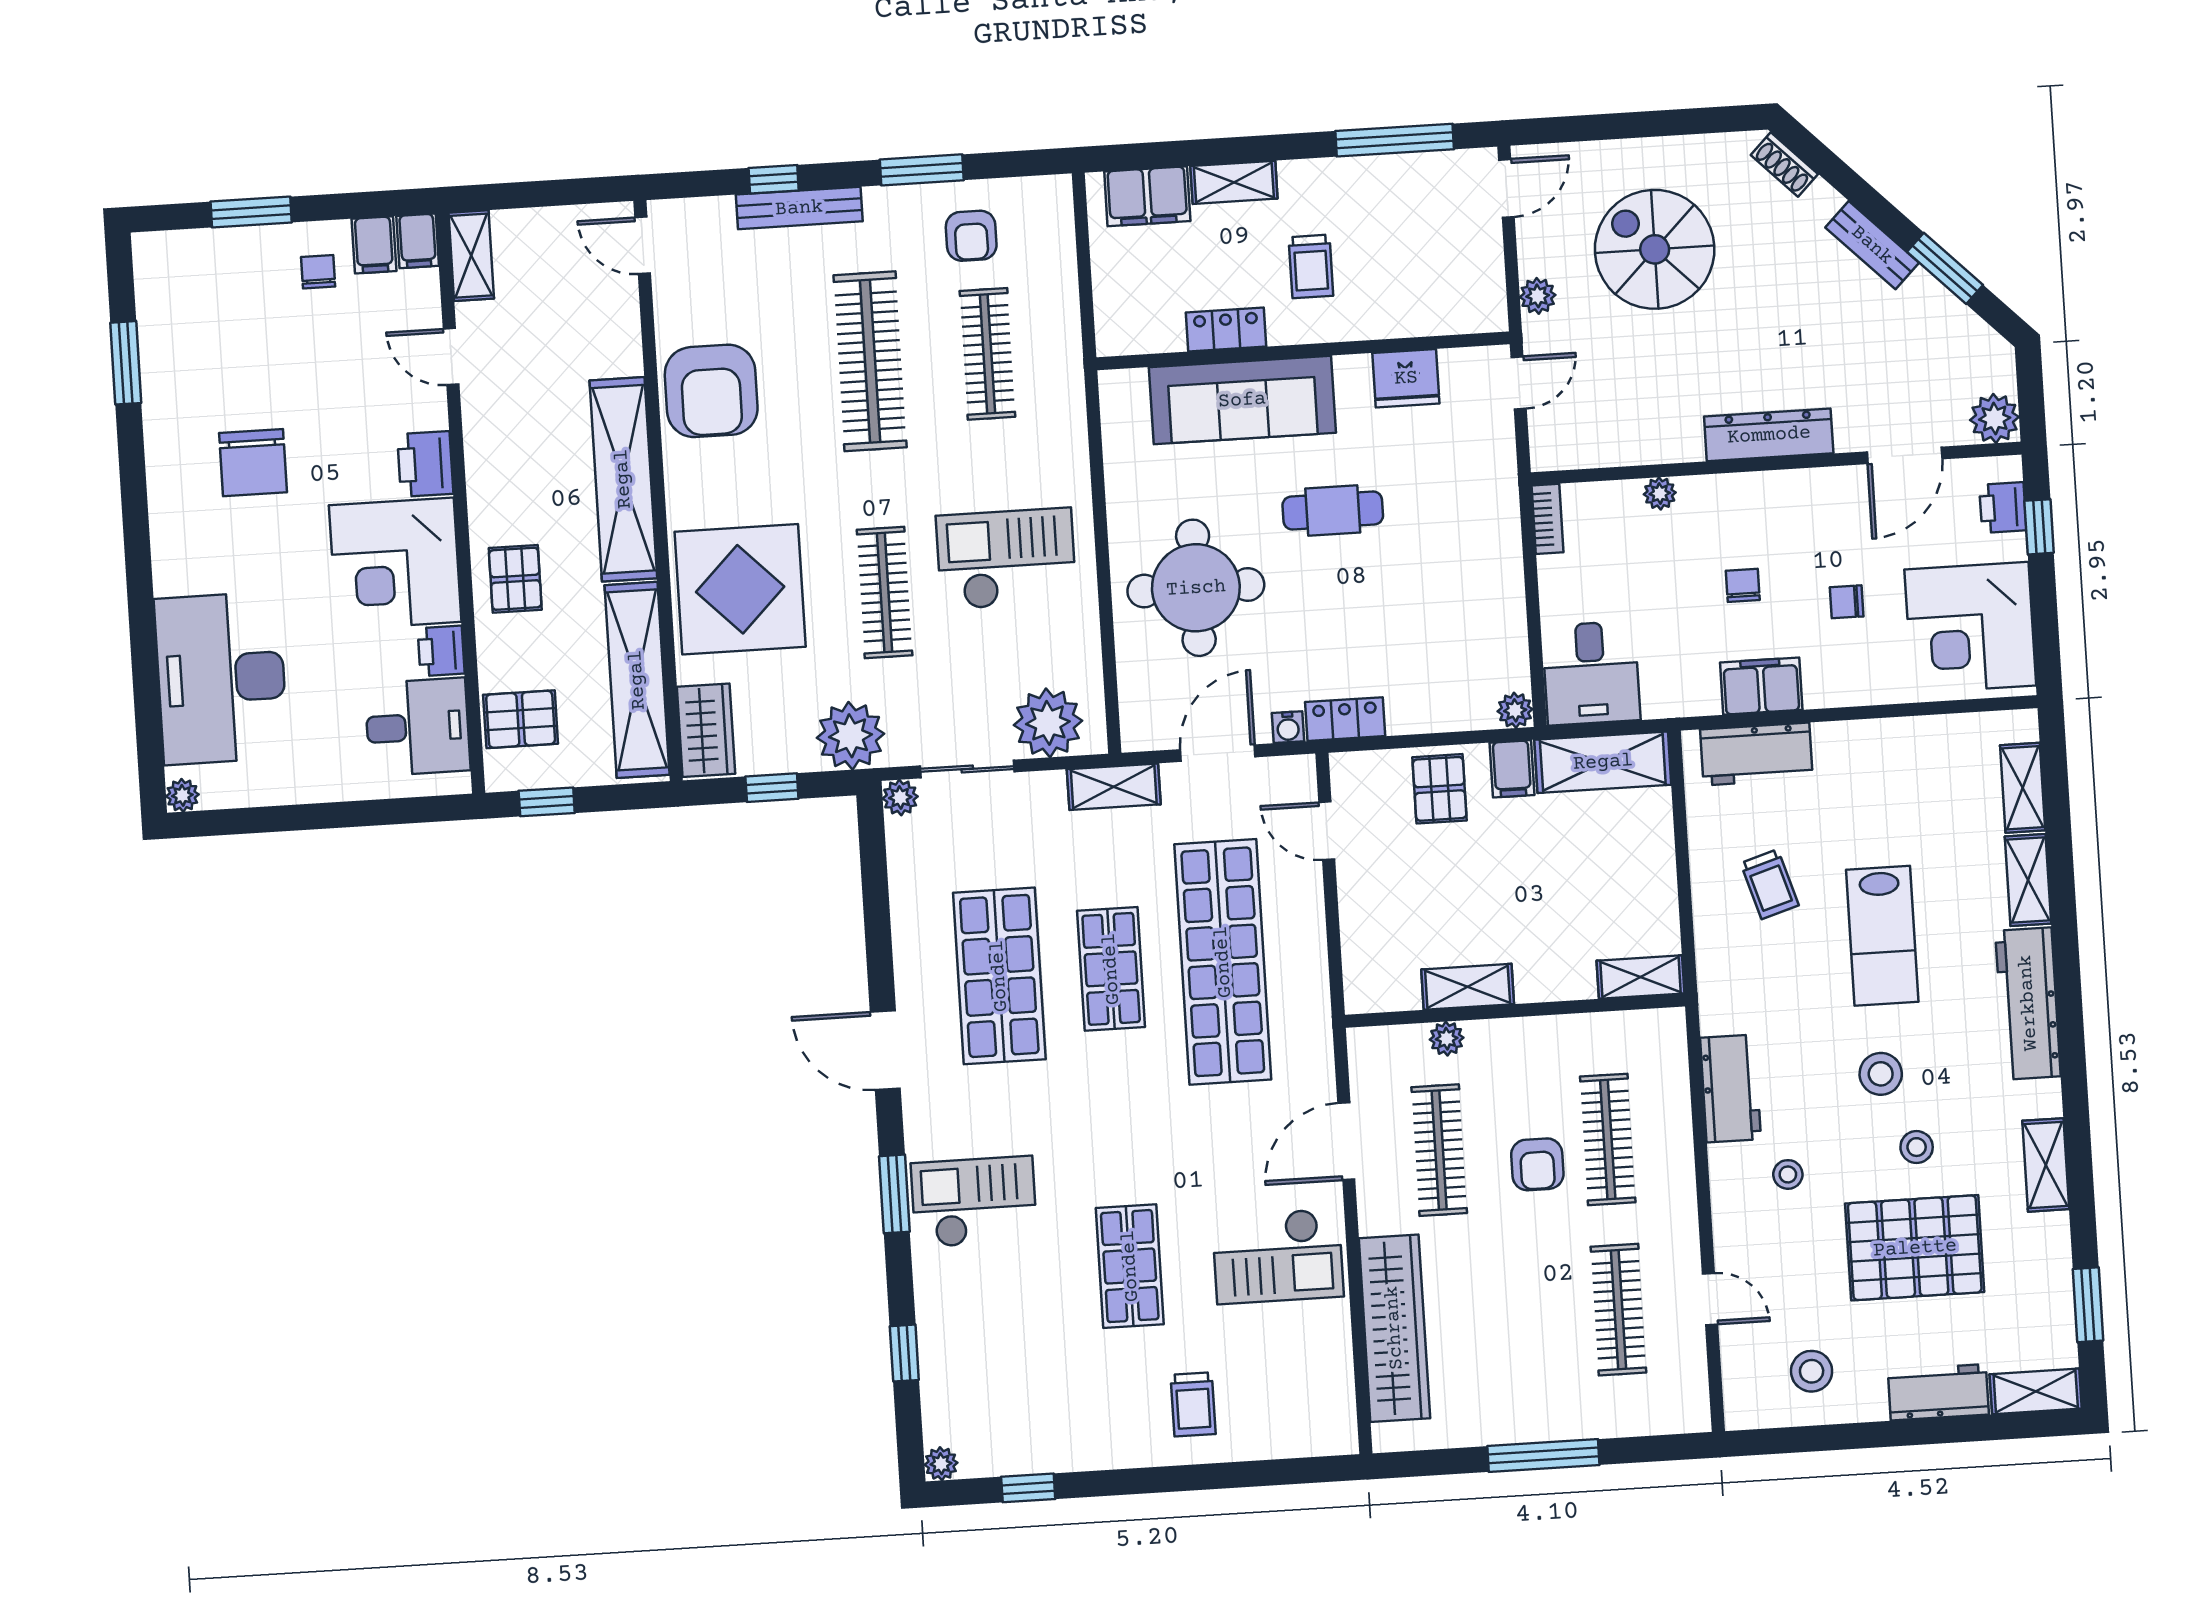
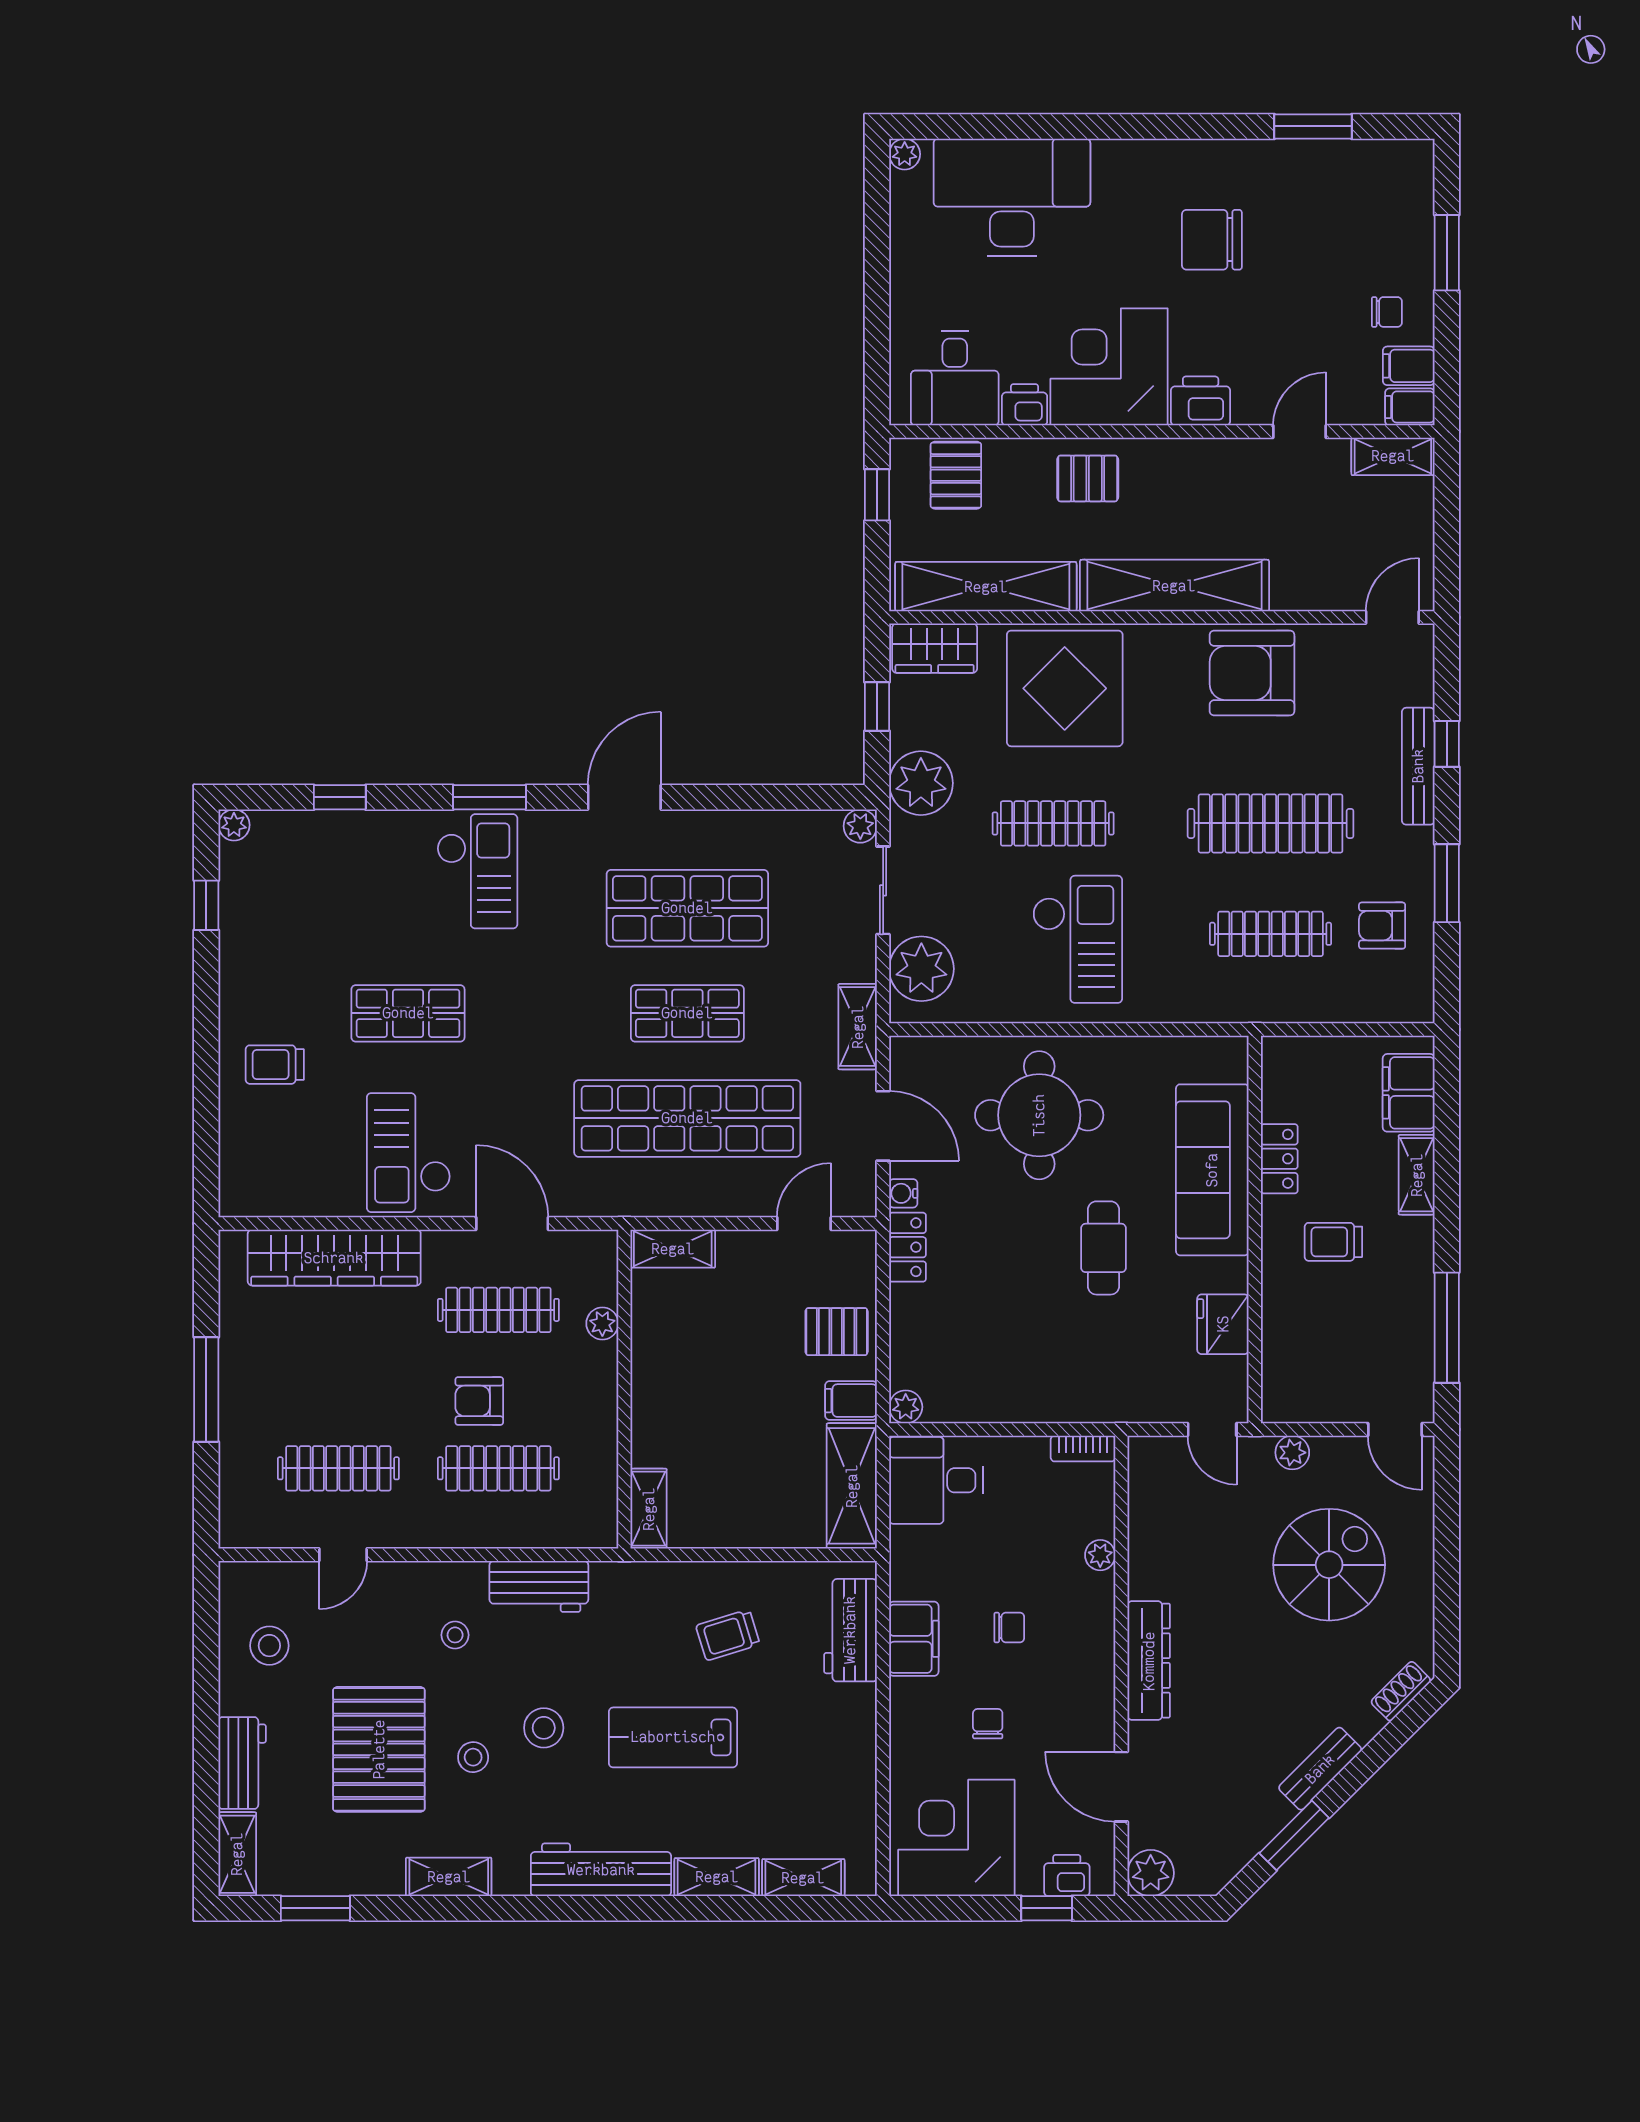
shelving: (1468, 987) -> (673, 1249), moved, turned 90

